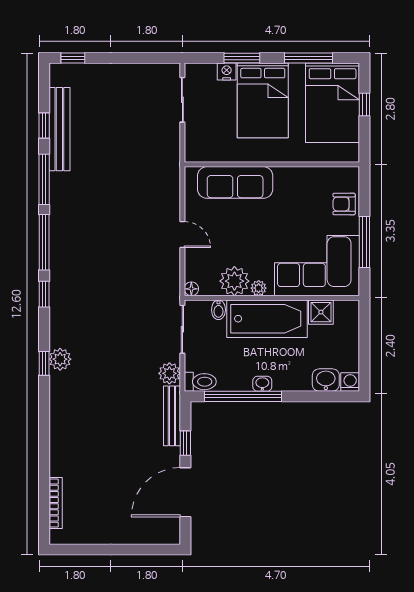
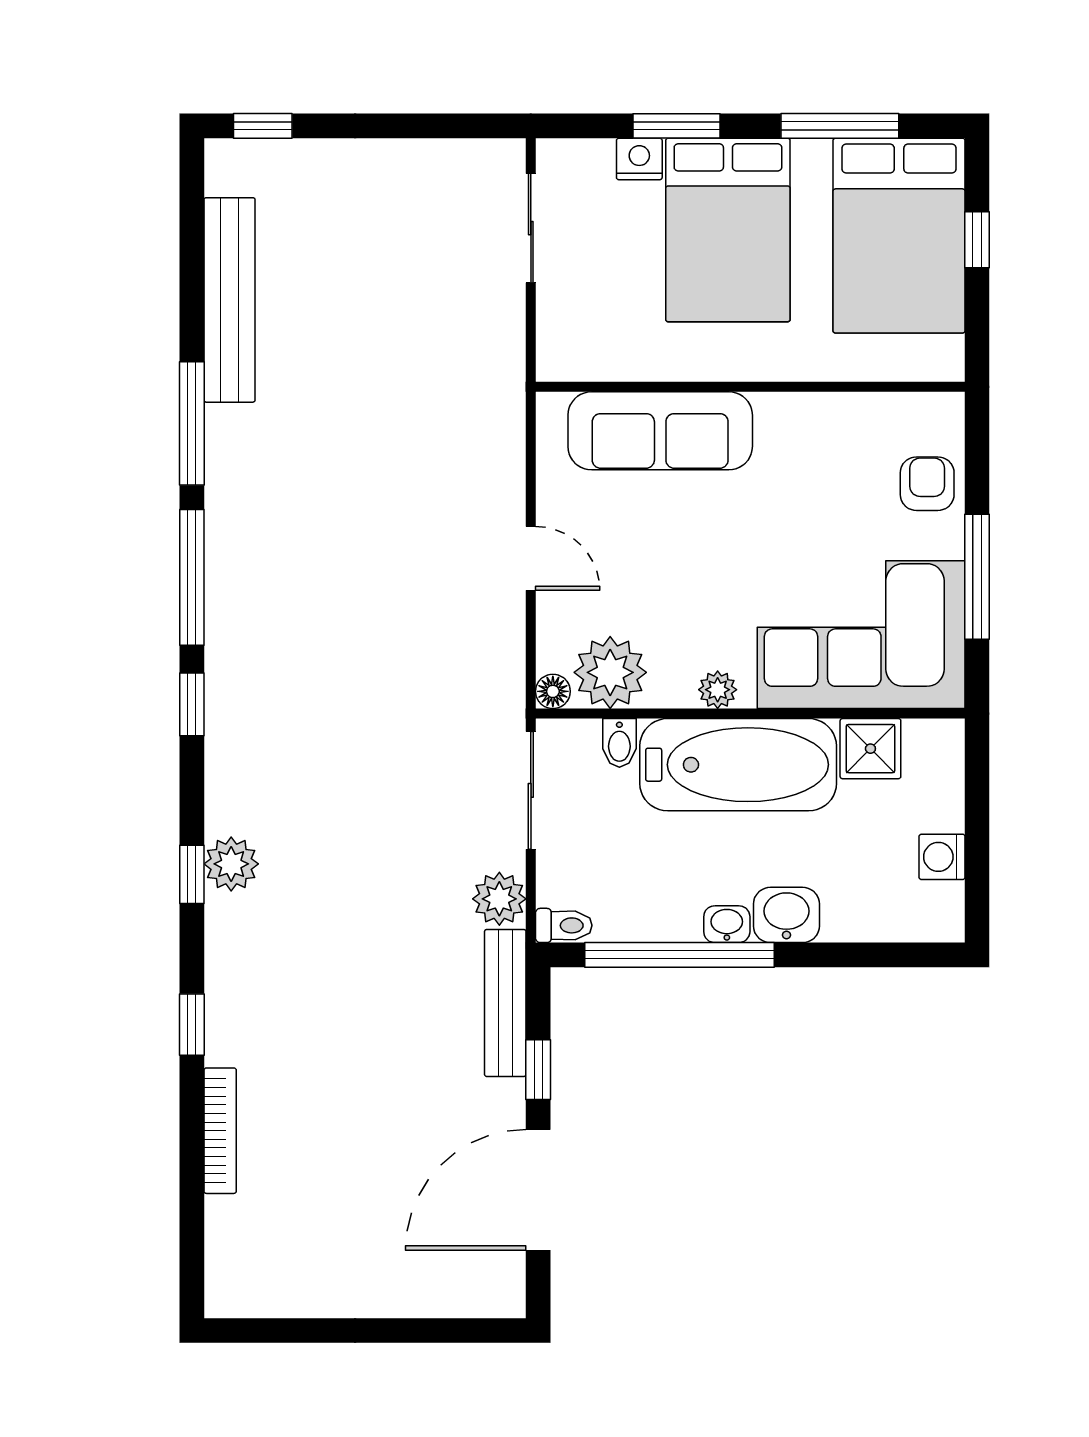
window: (44, 126) -> (192, 1025), moved
armchair: (344, 204) -> (927, 484), turned 90
plant: (234, 281) -> (610, 672), moved
washbasin: (326, 380) -> (786, 915), moved
toilet: (200, 382) -> (564, 925), width x0.73, depth x0.72
washing machine: (350, 382) -> (942, 857), moved, turned -90
bookcase: (56, 503) -> (220, 1131), moved

